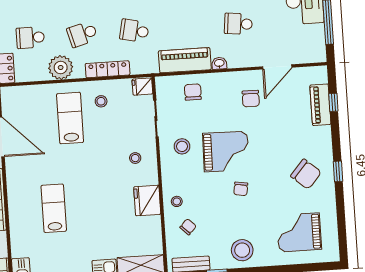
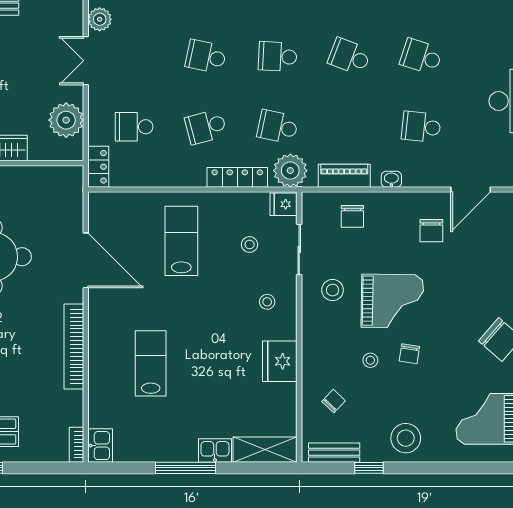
piano: (185, 60) -> (344, 176), width x0.73, depth x0.75
plant: (61, 67) -> (290, 171), moved
chair: (193, 92) -> (352, 216), turned 180
stool: (101, 101) -> (250, 244), moved
stool: (177, 201) -> (370, 360), moved

